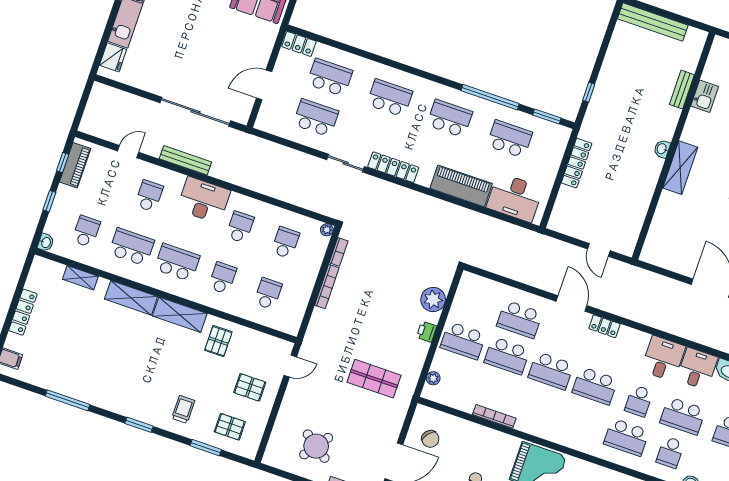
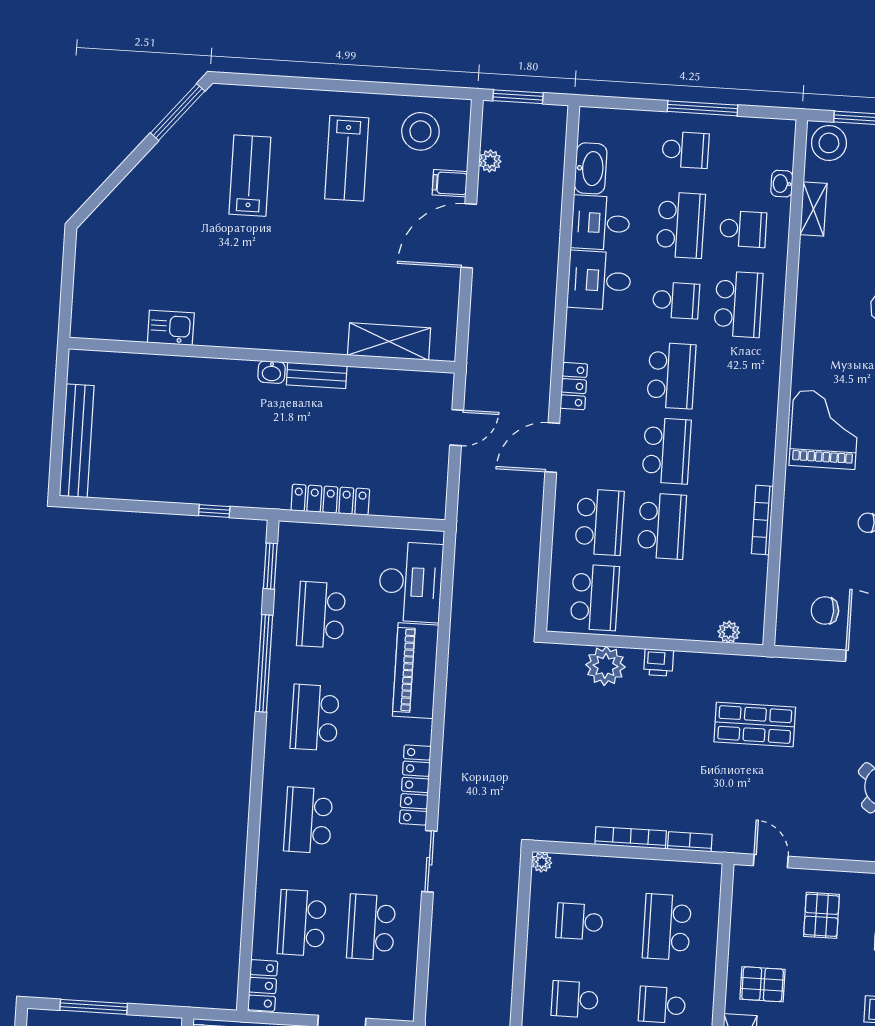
bench: (682, 90) -> (317, 375), moved
shelving: (680, 168) -> (389, 341), moved
bookcase: (339, 252) -> (690, 842), moved
school desk: (268, 294) -> (667, 927), width x1.85
school desk: (463, 341) -> (595, 597), moved
shop shelf: (374, 379) -> (755, 724), turned 90
chair: (430, 439) -> (825, 611), turned -130

